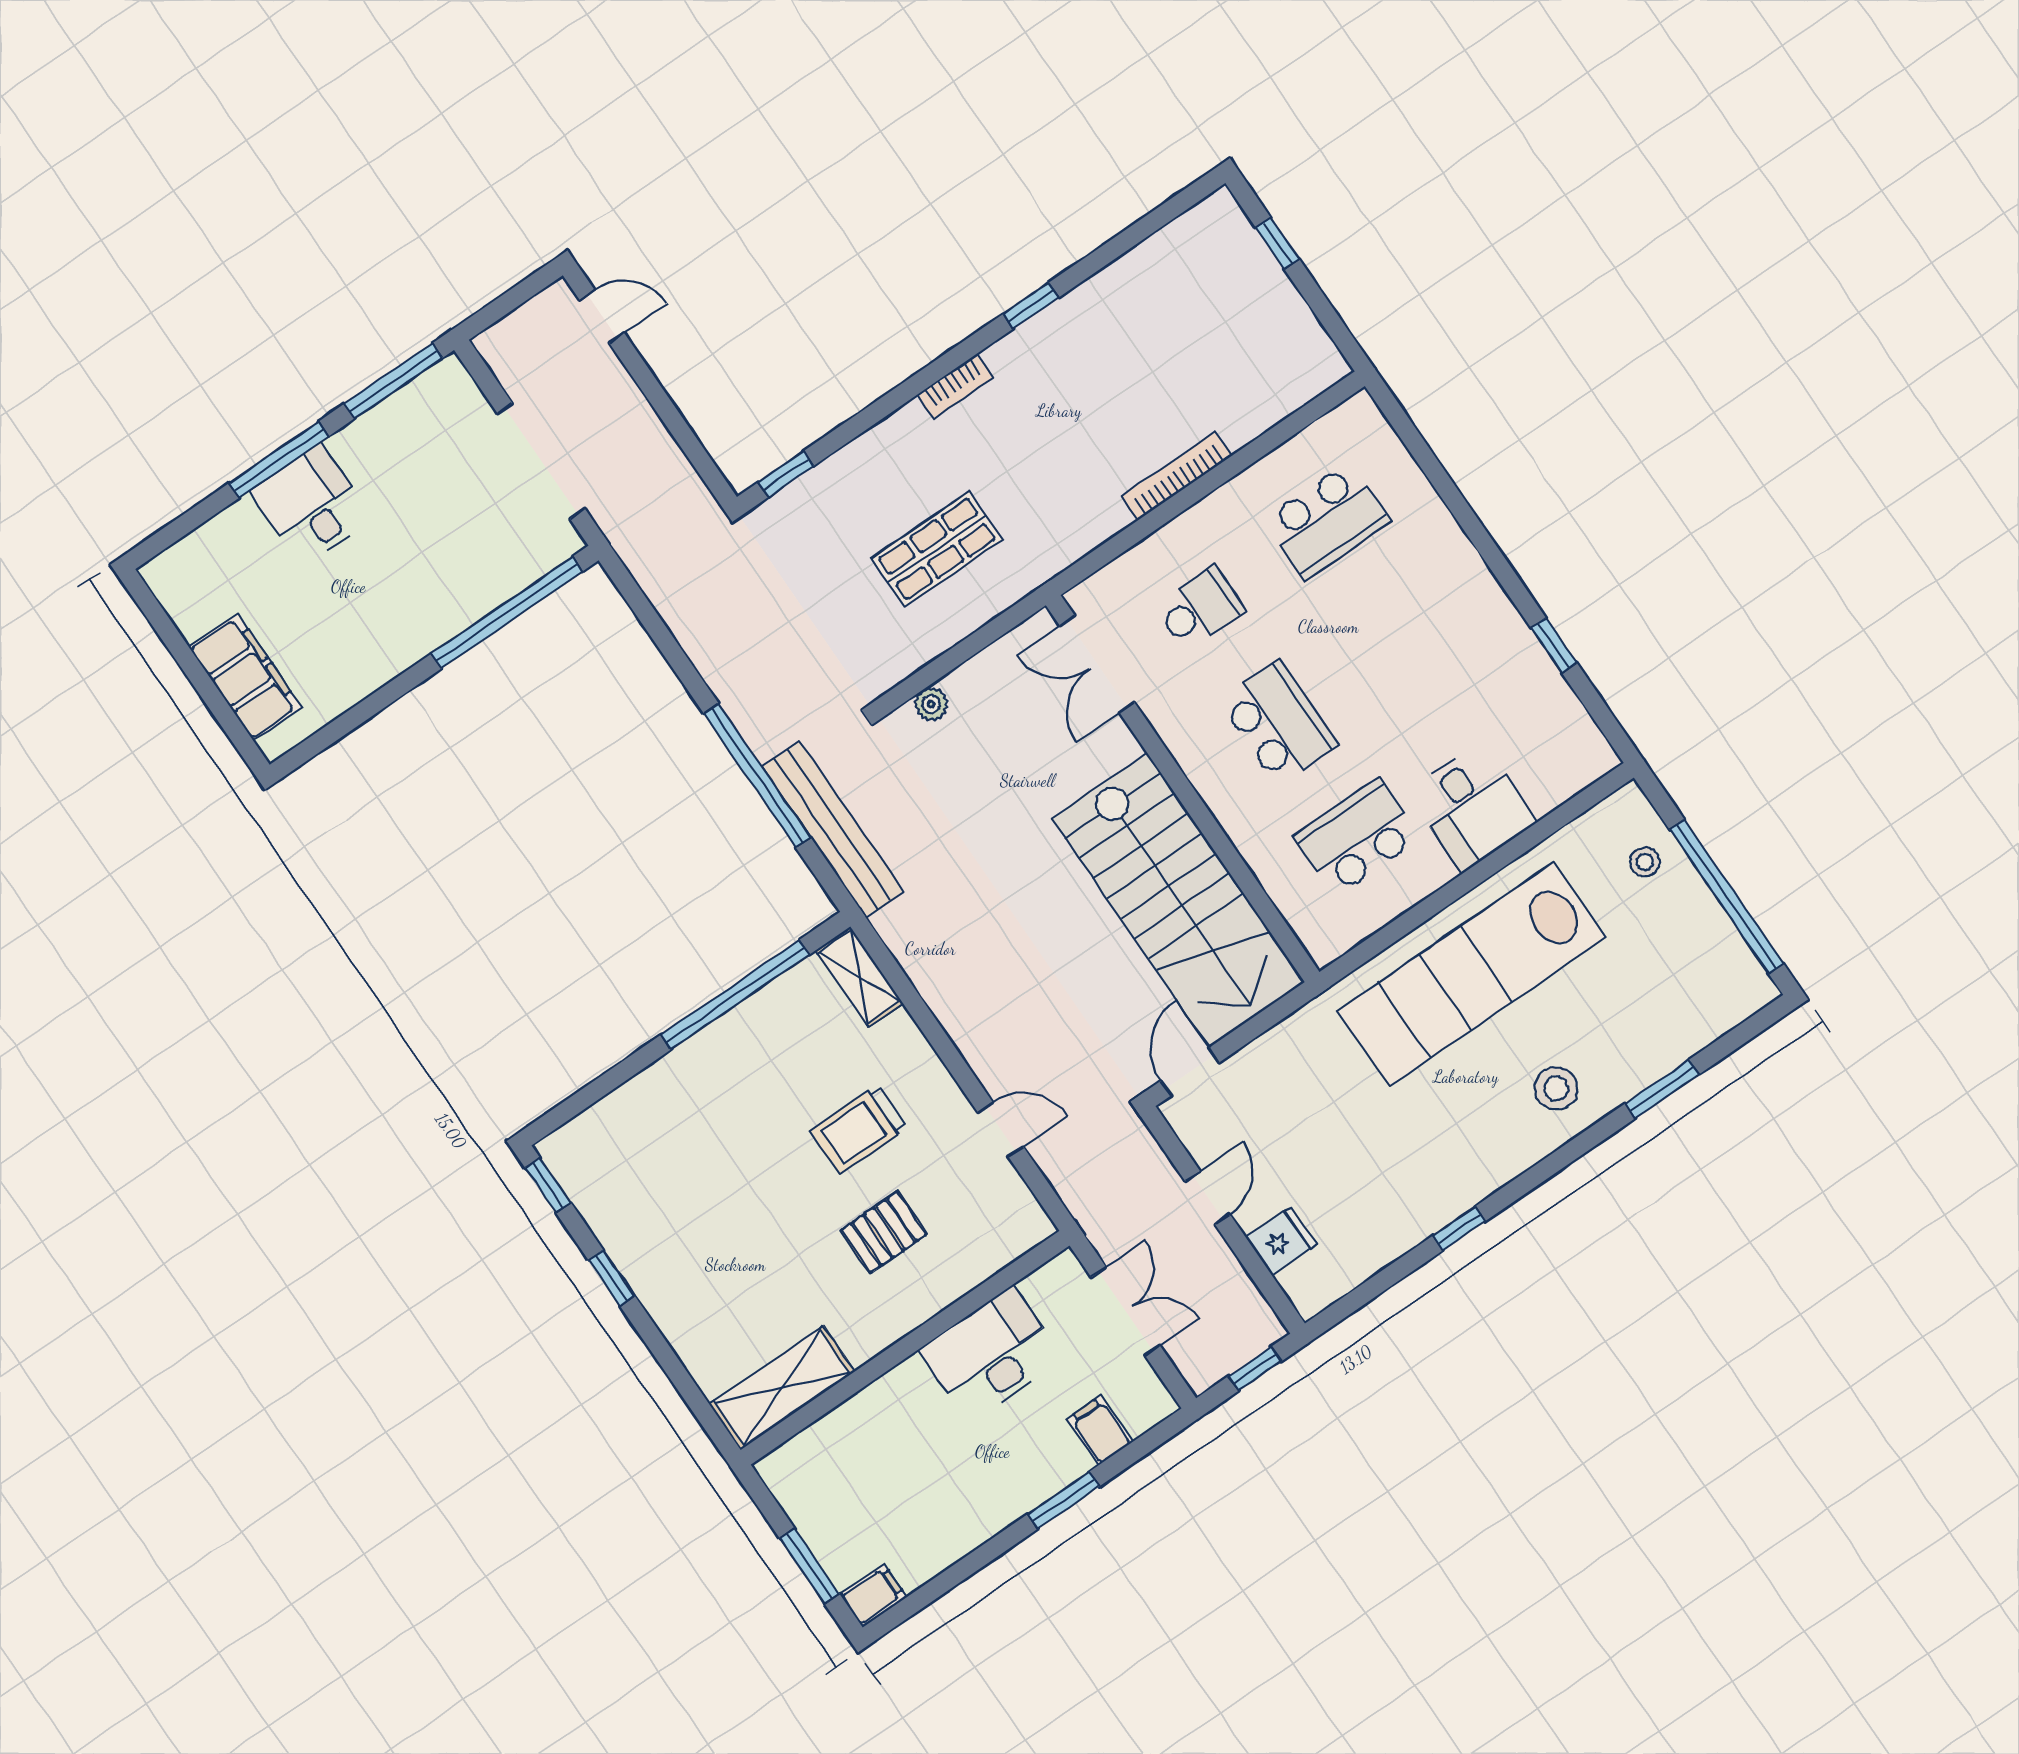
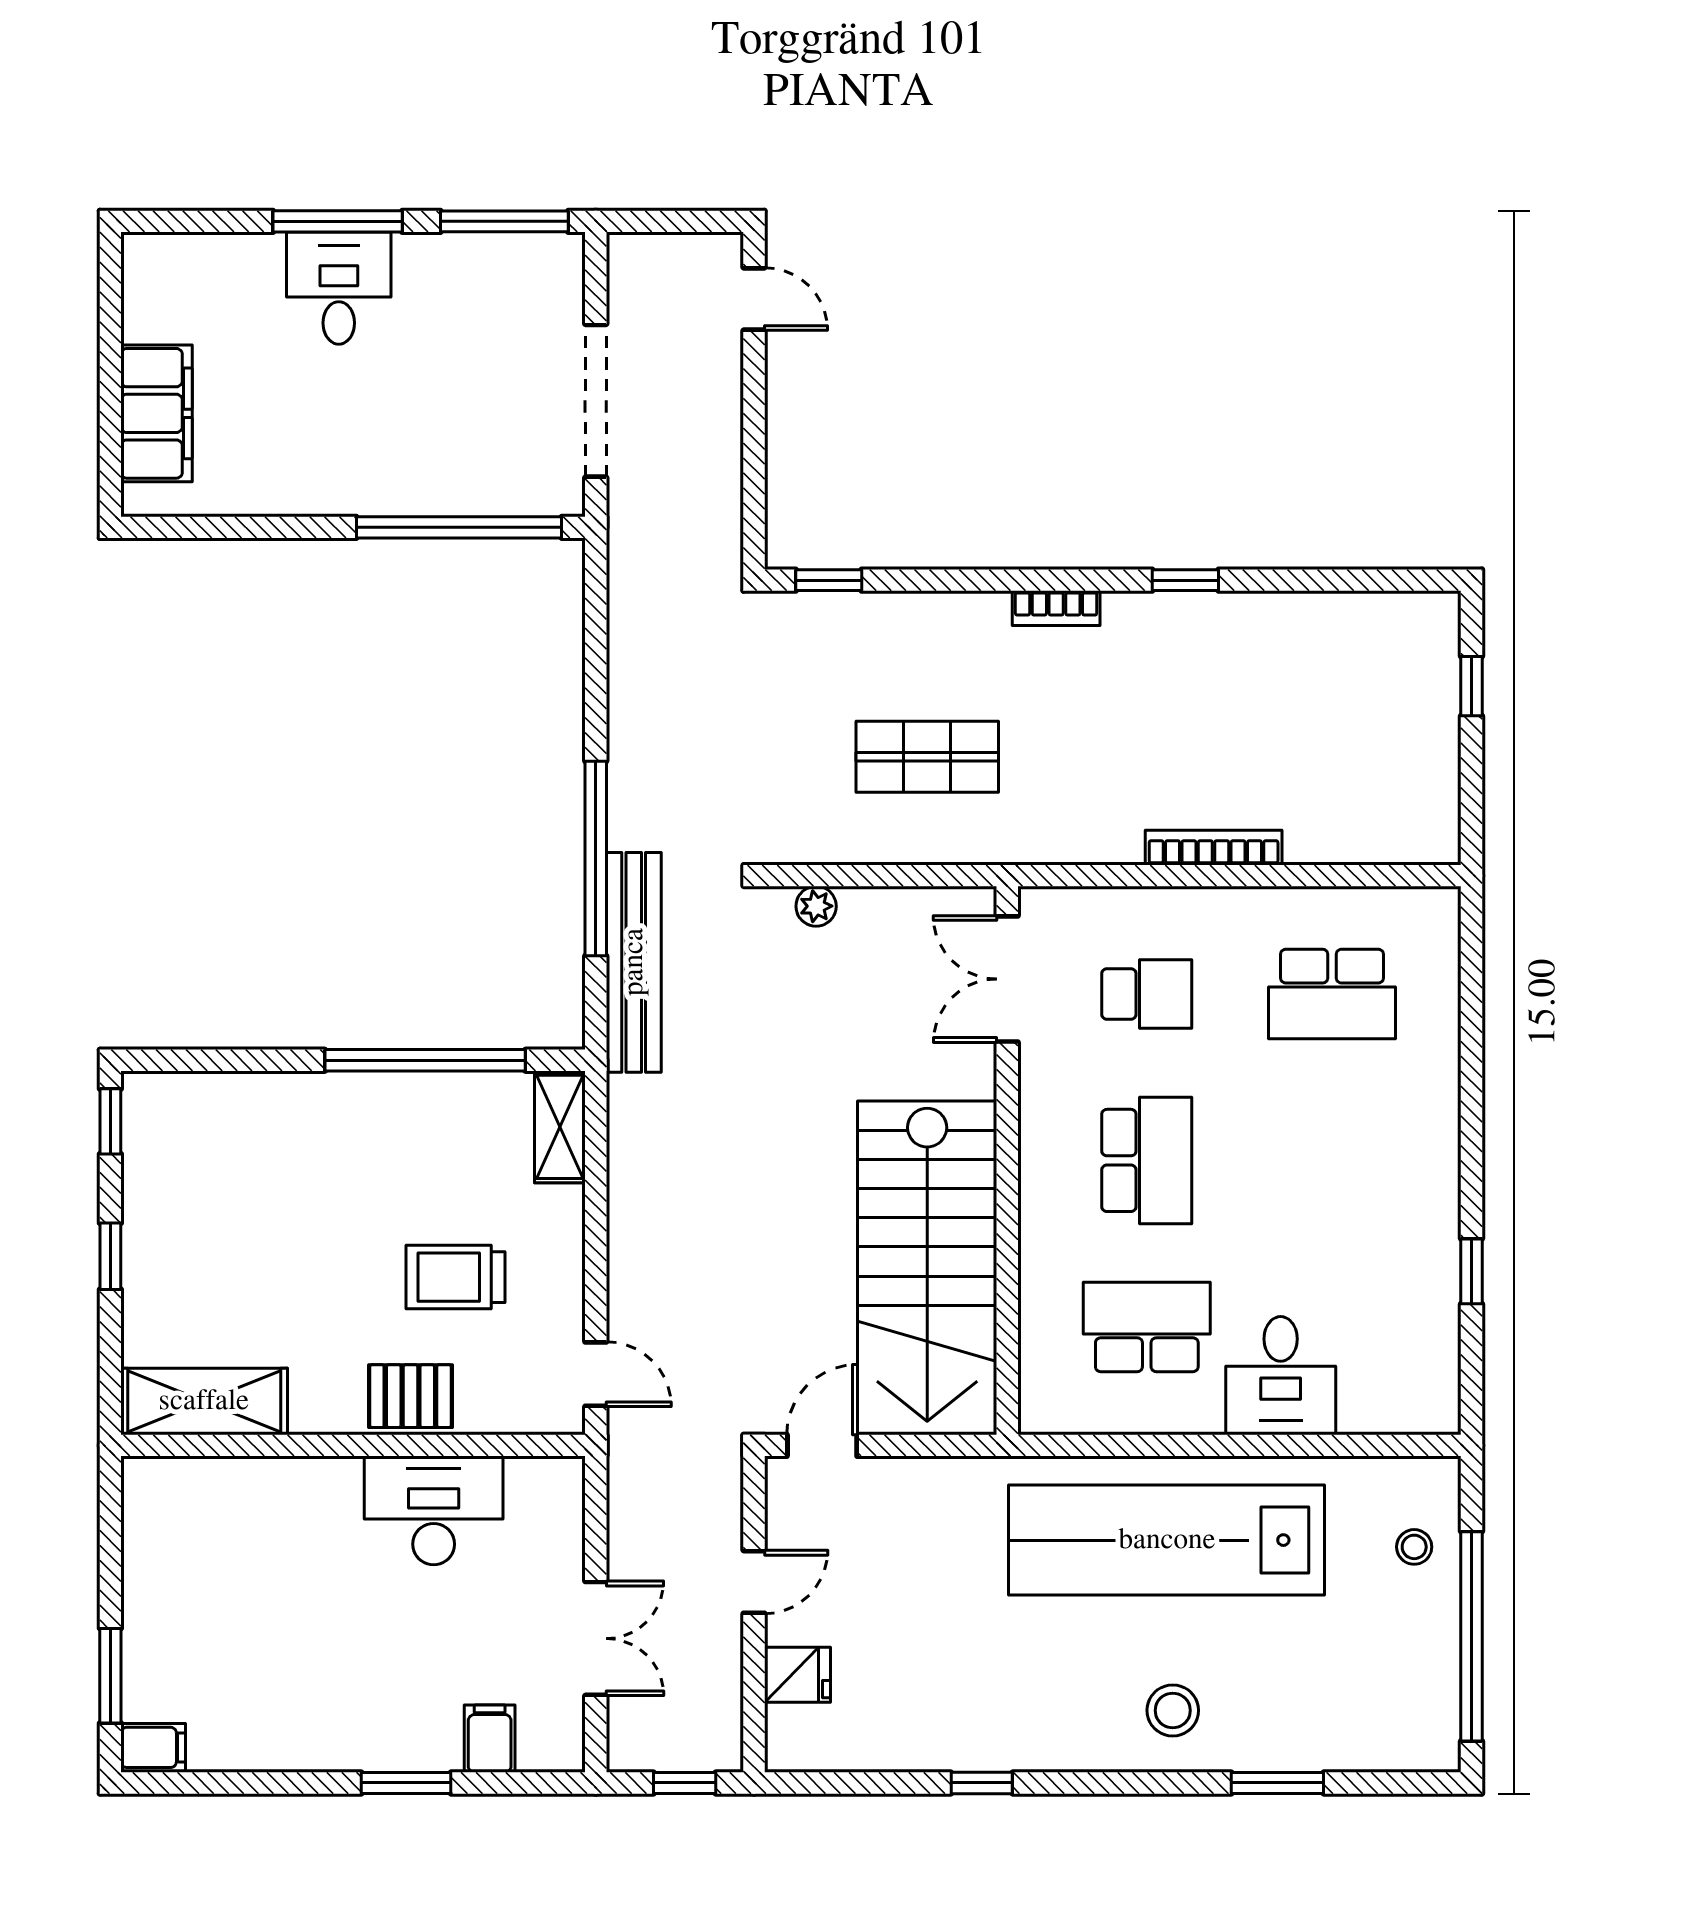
wall: (905, 1348) -> (353, 1445), moved
desk: (991, 1354) -> (434, 1510), moved
shelving: (782, 1388) -> (204, 1401), moved

